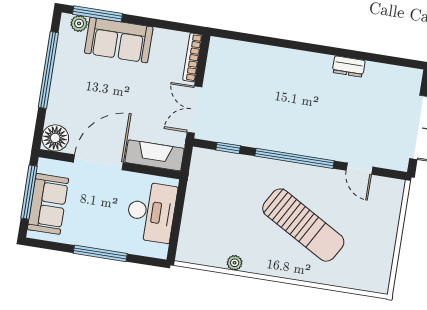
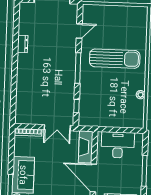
window: (294, 158) -> (78, 68), width x0.68
sun lounger: (303, 225) -> (115, 59), turned 60

